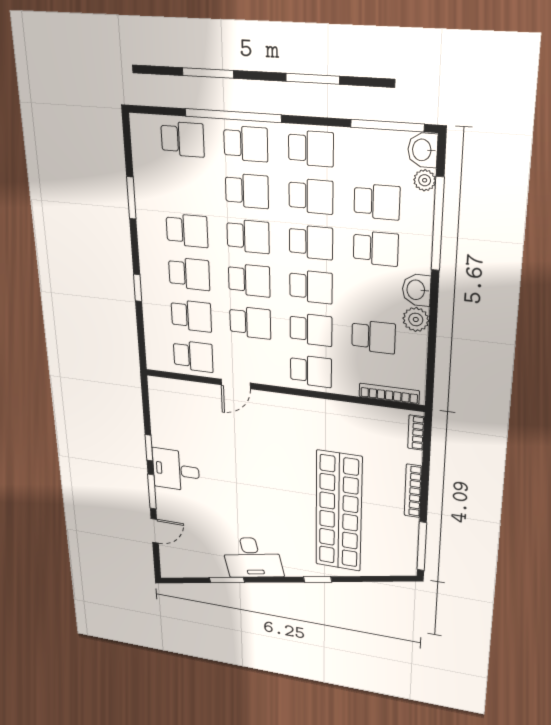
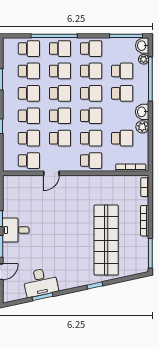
school desk: (185, 186) -> (29, 71), added
desk: (252, 558) -> (40, 282), moved

